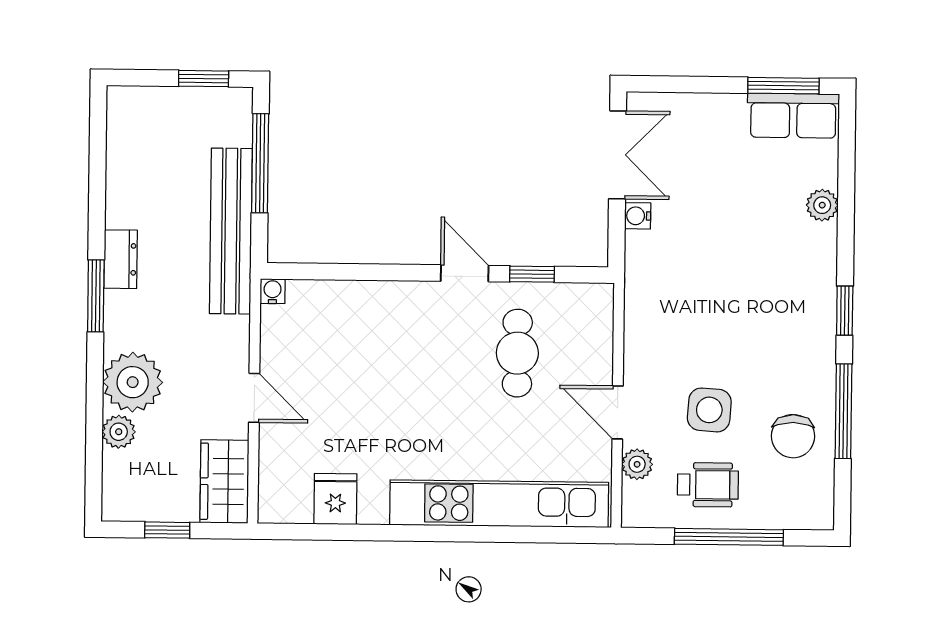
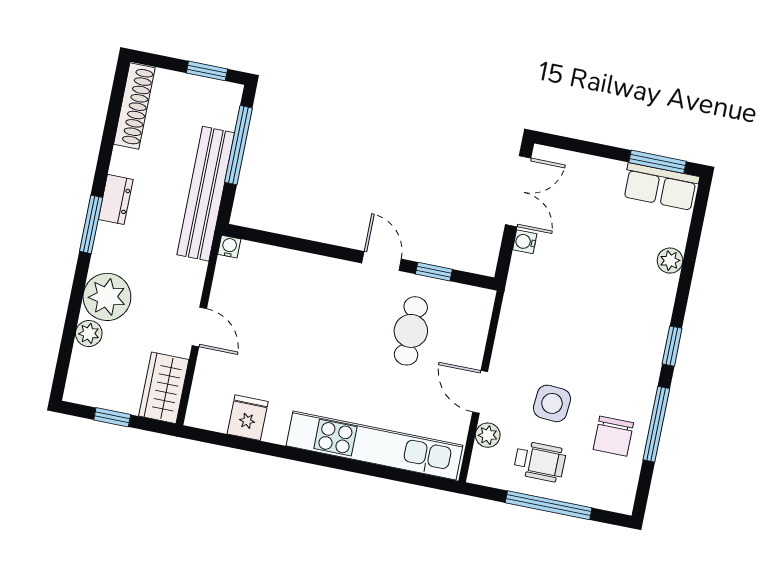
shoe rack: (122, 139) -> (134, 106), added

